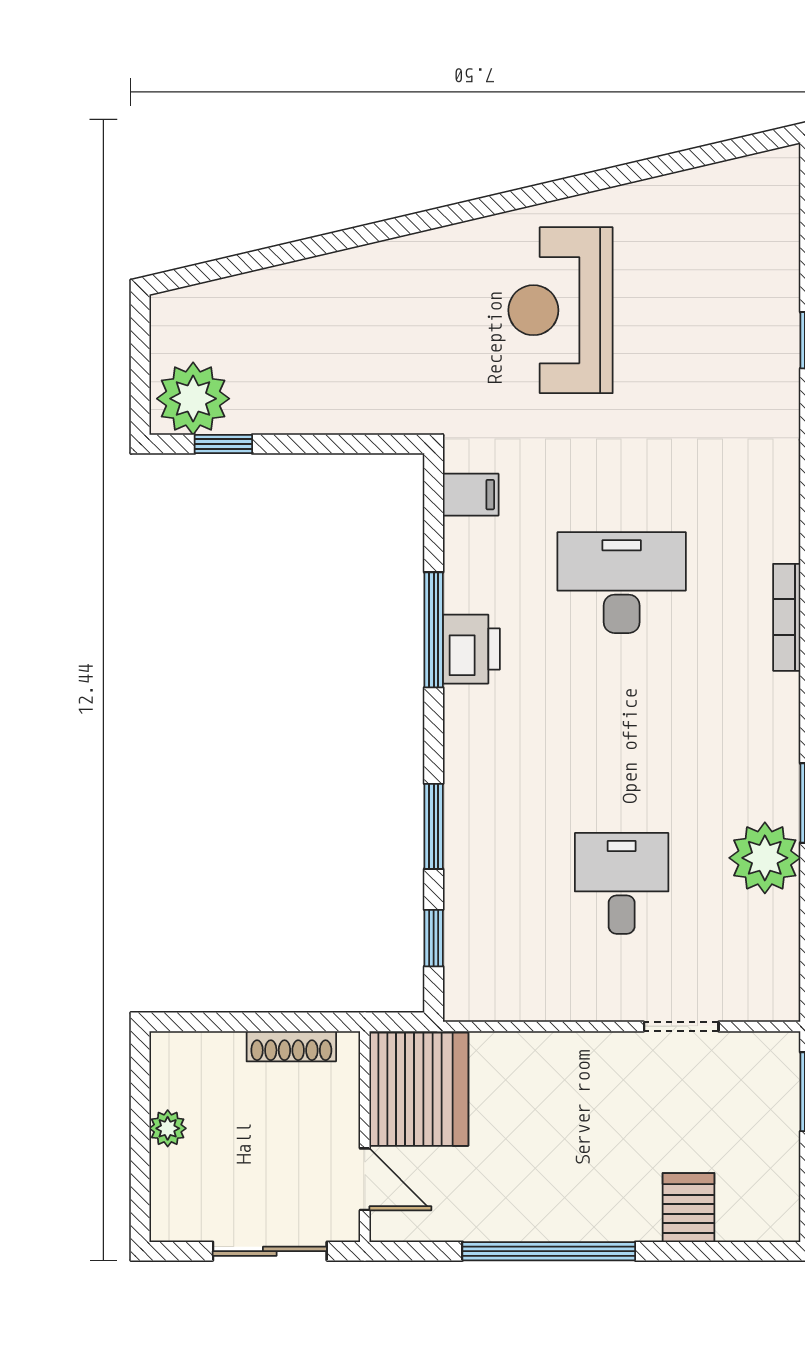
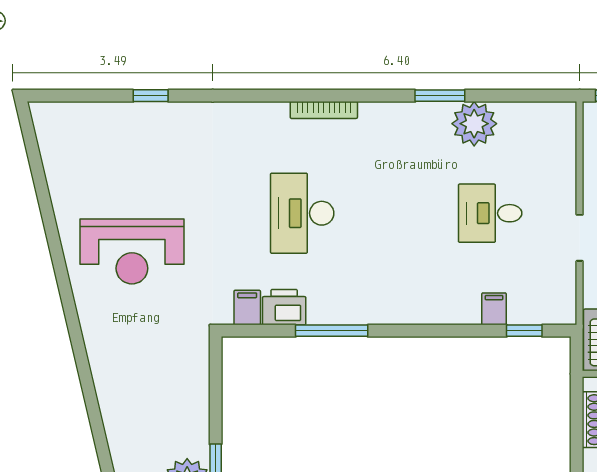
printer: (471, 649) -> (284, 307), moved
window: (434, 826) -> (454, 331), removed
filing cabinet: (469, 890) -> (494, 309), added
doorway: (681, 1026) -> (580, 238), moved

